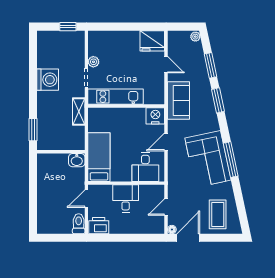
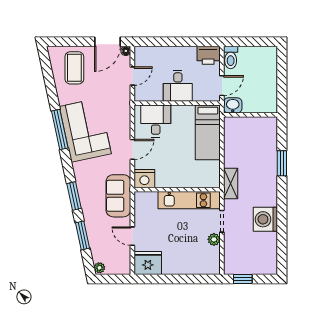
wall: (61, 152) -> (251, 115), moved
washbasin: (77, 160) -> (233, 105), moved

